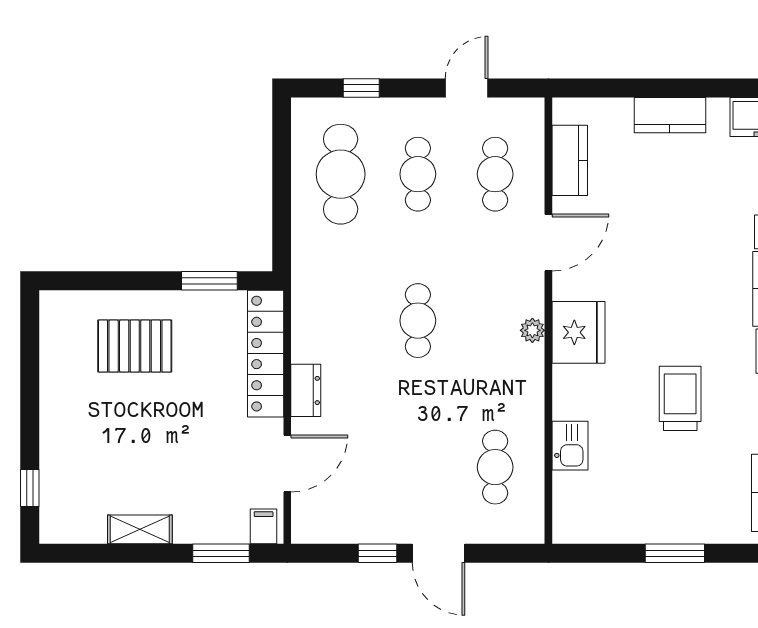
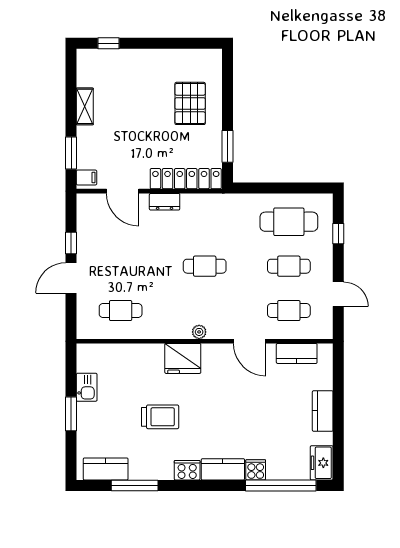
fridge: (579, 332) -> (183, 358), moved
kitchen sink: (570, 446) -> (87, 387), moved, turned -90

